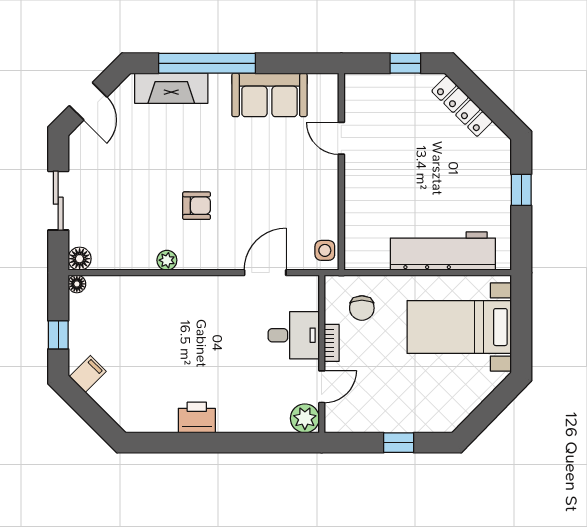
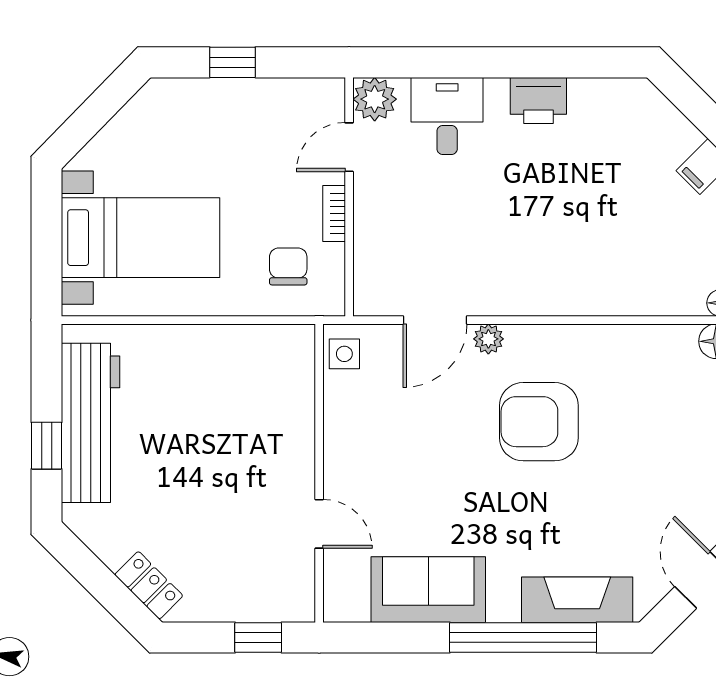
window: (405, 63) -> (258, 638), moved
locker: (462, 106) -> (149, 585), width x0.66
armchair: (197, 206) -> (539, 422), width x1.88, depth x1.88
workbench: (443, 251) -> (91, 423), moved, turned -90
plant: (167, 260) -> (488, 339), moved
desk: (294, 335) -> (447, 116), moved, turned 90

